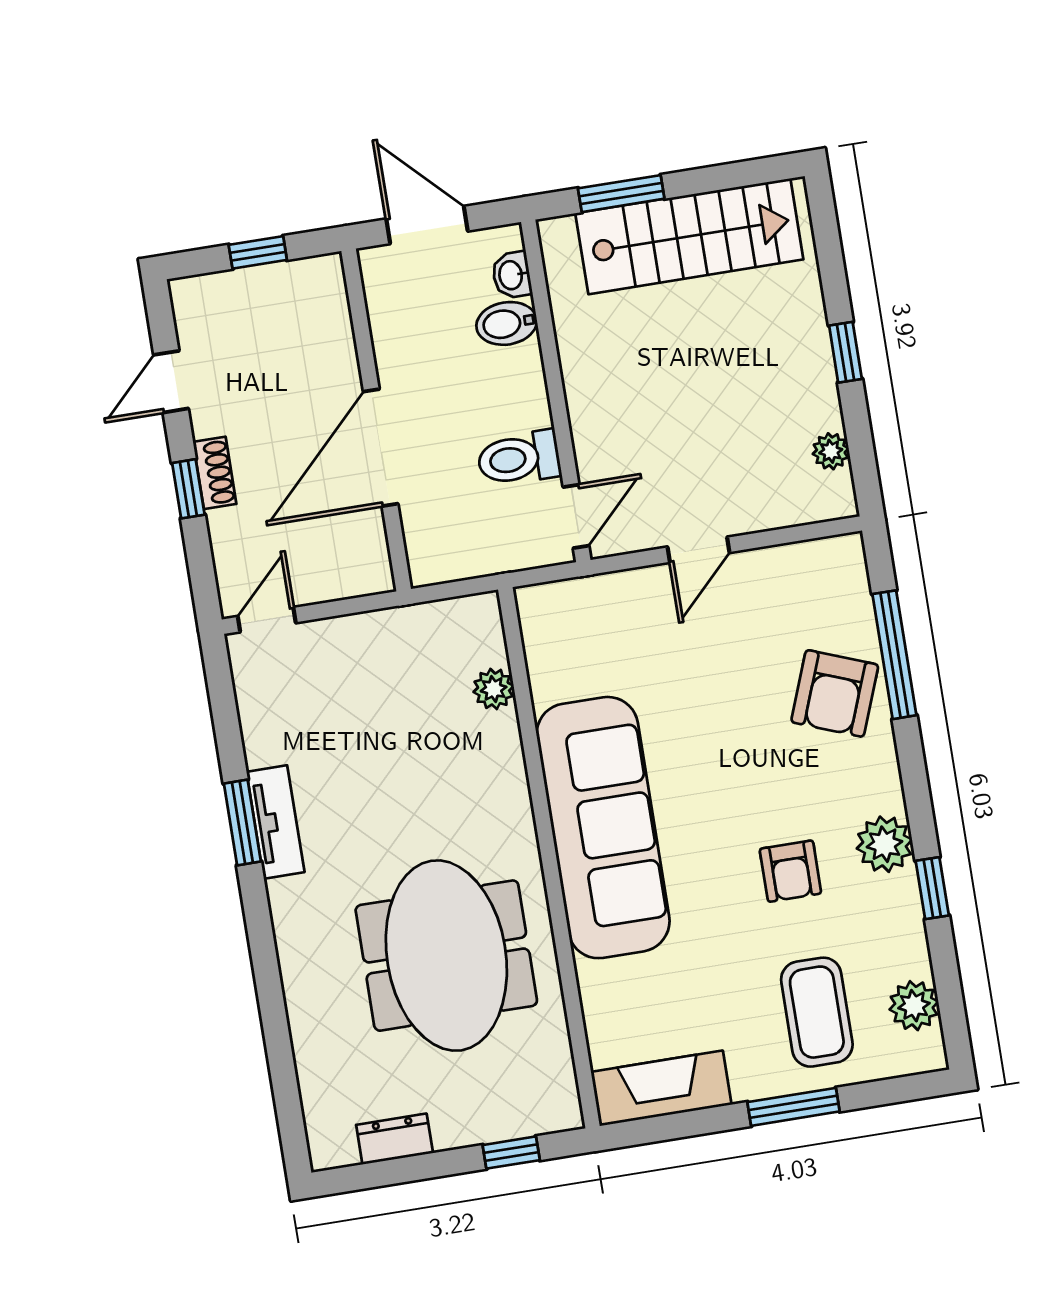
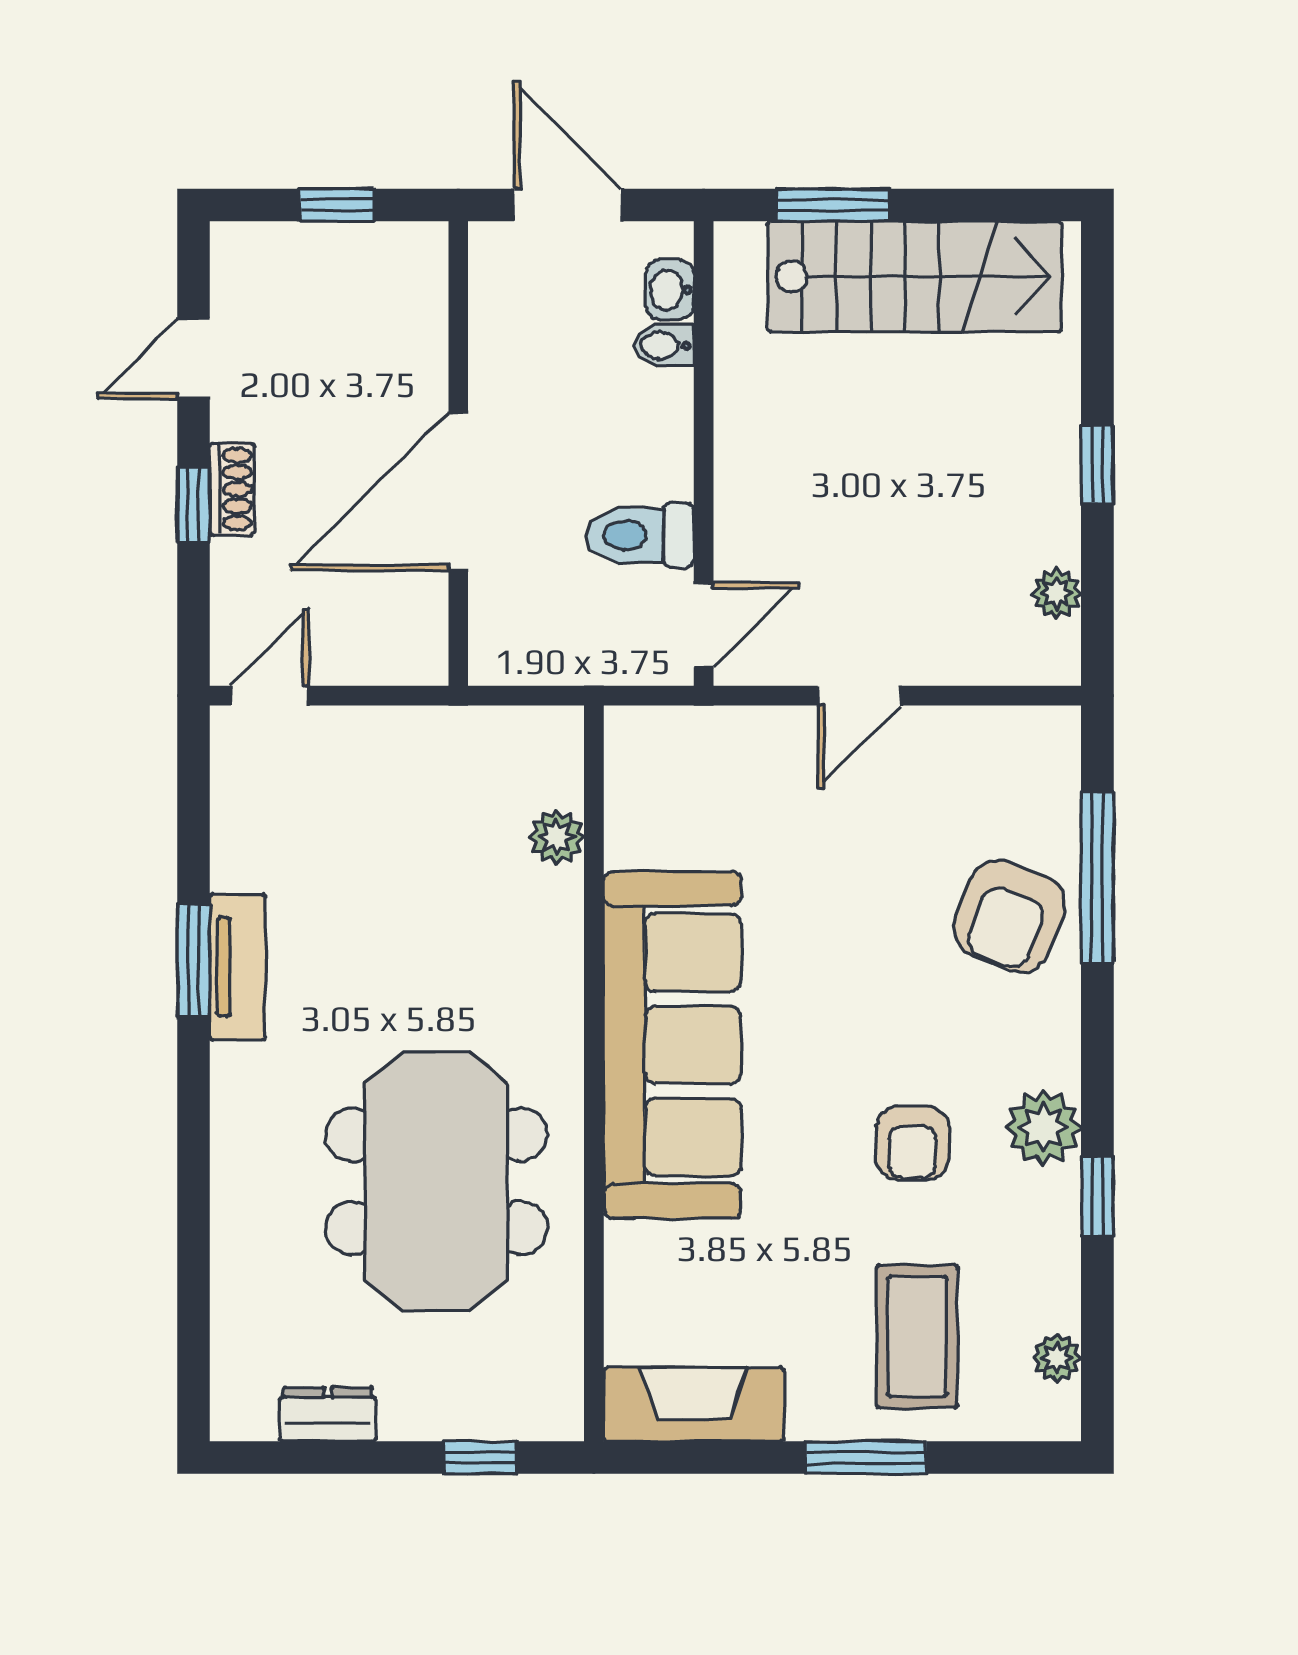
bidet: (507, 323) -> (664, 345), width x0.72, depth x0.74
plant: (914, 1006) -> (1057, 1358), width x0.73, depth x0.73

